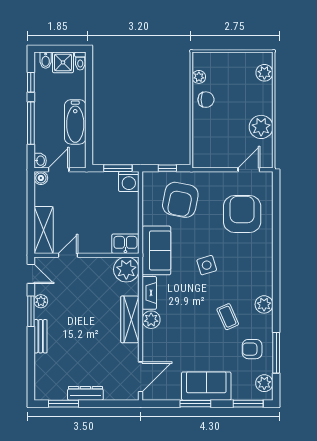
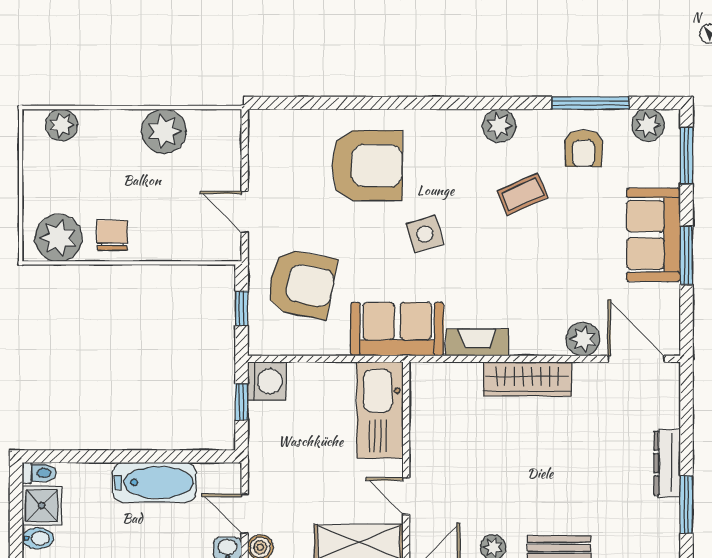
plant: (199, 77) -> (58, 238), width x1.88, depth x1.88
window: (118, 168) -> (242, 402), width x0.67
door: (249, 170) -> (245, 212), moved
armchair: (242, 214) -> (367, 166), moved, turned 180
kitchen sink: (125, 244) -> (380, 410), width x1.88, depth x1.24
plant: (126, 269) -> (433, 386), removed
plant: (151, 320) -> (583, 339), moved

